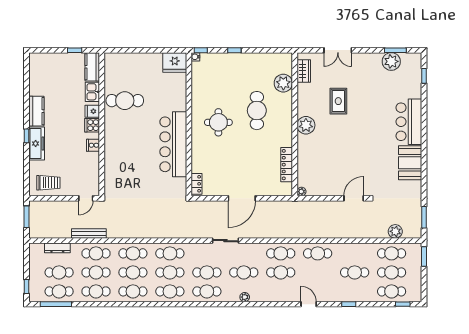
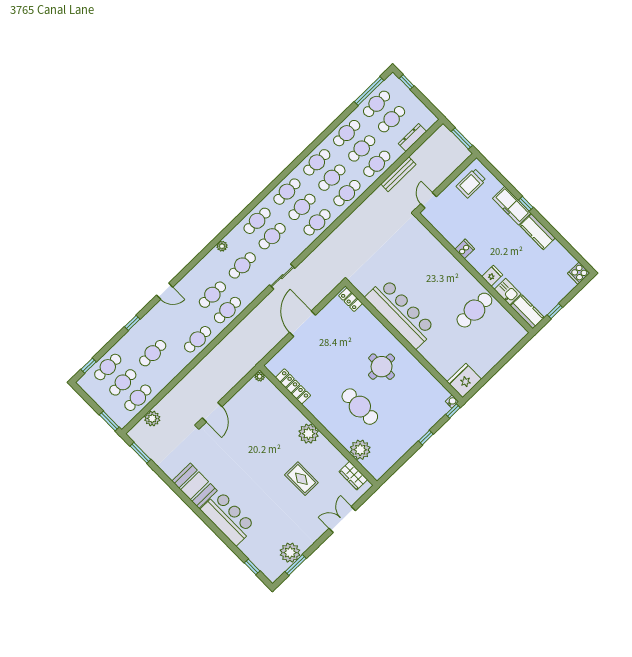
cooker: (92, 125) -> (579, 273), moved, turned 180

